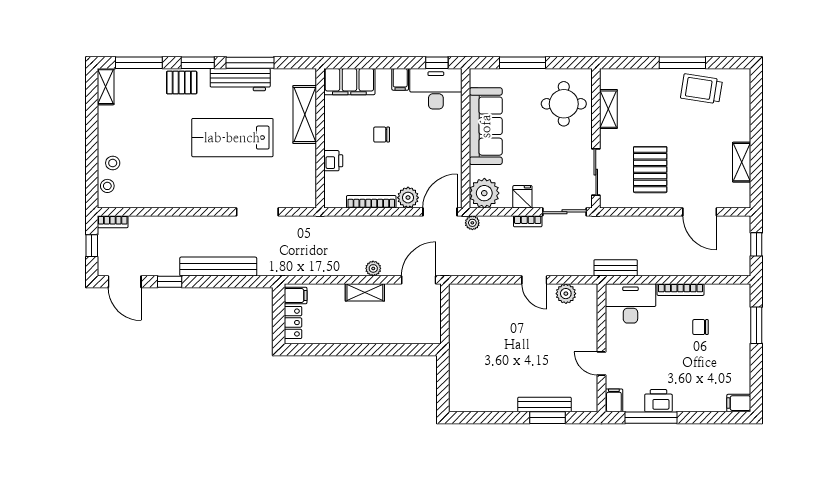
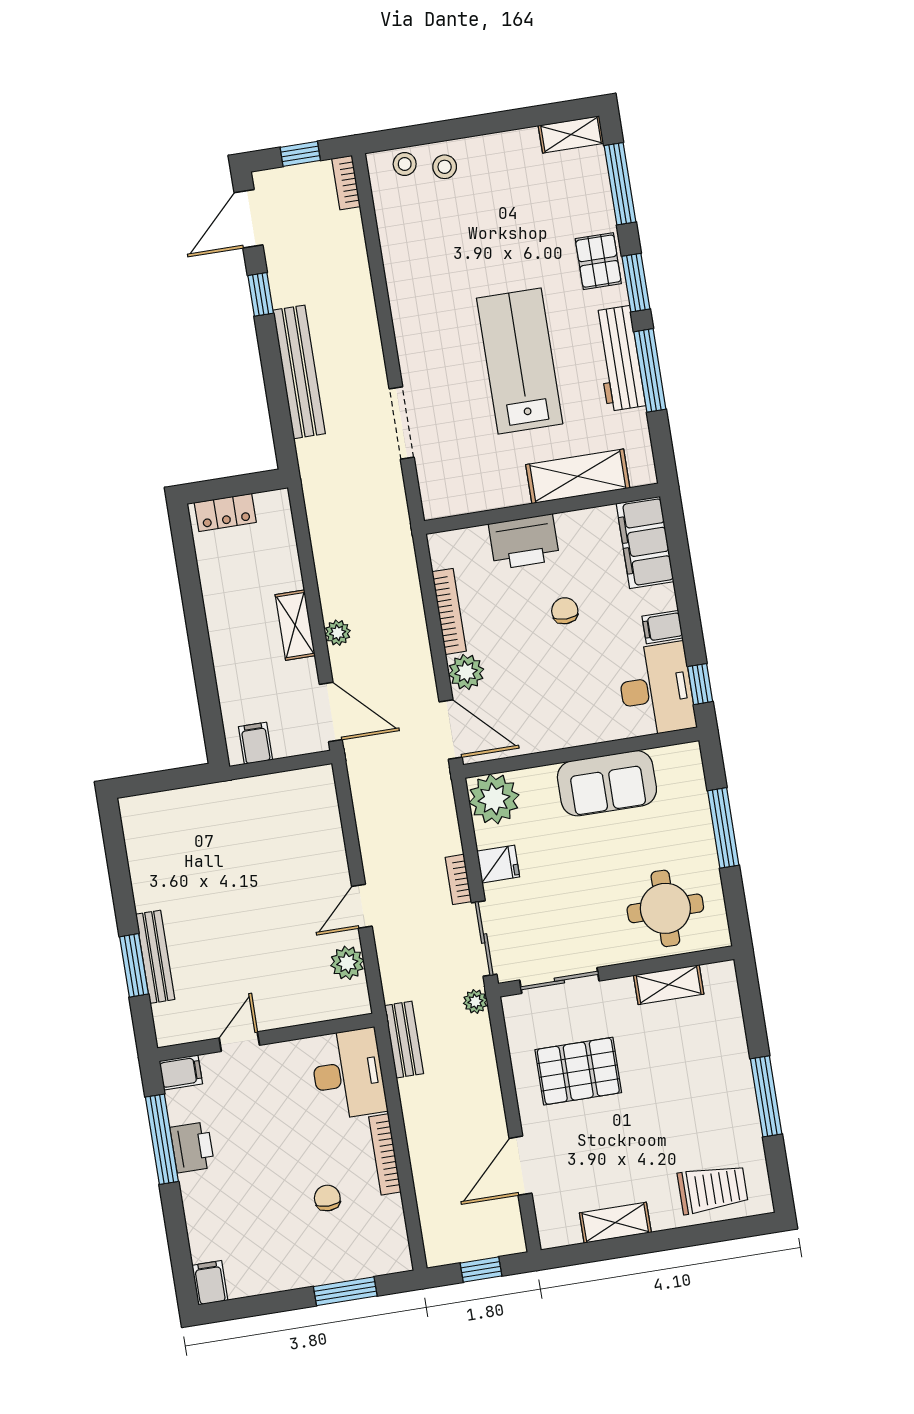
trolley: (701, 89) -> (713, 1189), moved, turned 81
sofa: (486, 126) -> (607, 783), width x0.73
printer: (333, 161) -> (524, 542), width x1.87, depth x1.48
plant: (472, 223) -> (475, 1002), moved
filing cabinet: (296, 295) -> (255, 743), moved, turned 180

